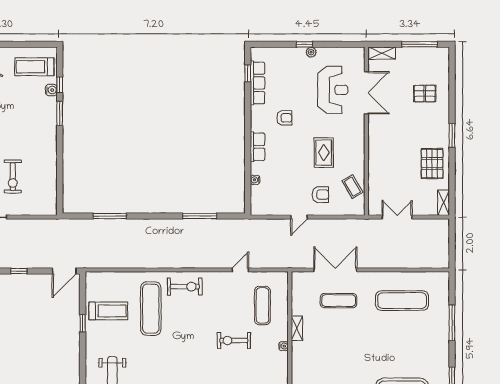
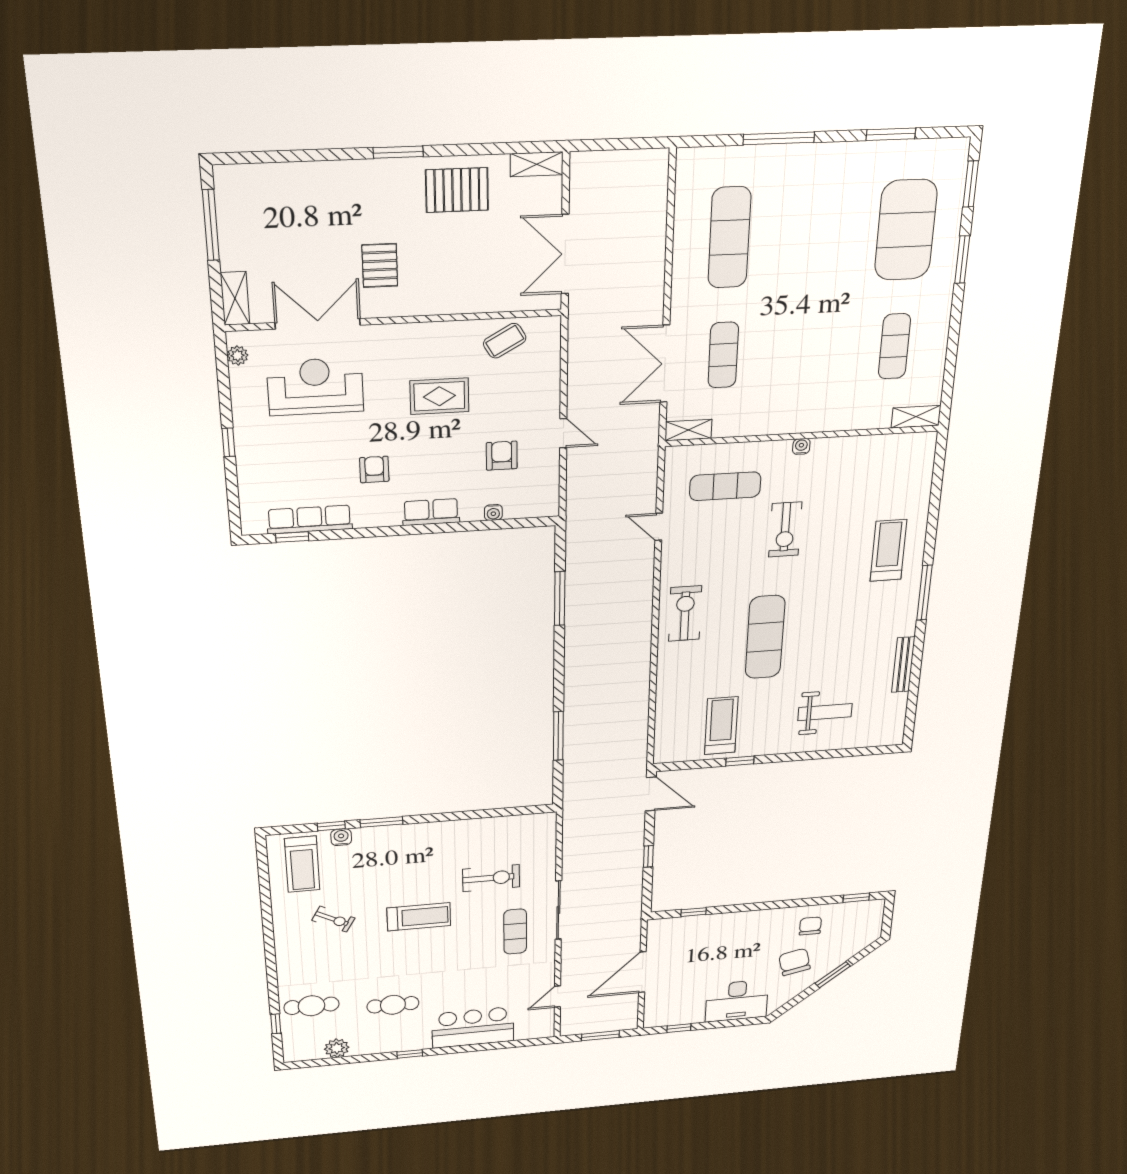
plant: (311, 52) -> (238, 355), moved
pallet: (425, 94) -> (380, 265), moved
armchair: (320, 195) -> (502, 456), moved
double door: (397, 217) -> (565, 254), width x1.37
exercise mat: (151, 309) -> (765, 637), moved, turned 90
shelving: (297, 328) -> (688, 430), moved

